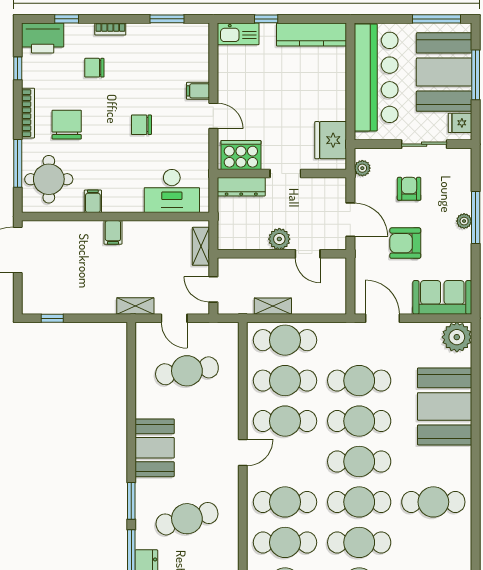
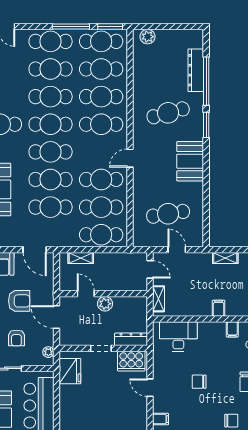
filing cabinet: (198, 91) -> (160, 419), moved
chair: (141, 125) -> (199, 382), turned 180
shelving: (135, 306) -> (225, 258), moved
shelving: (273, 306) -> (81, 258), moved

